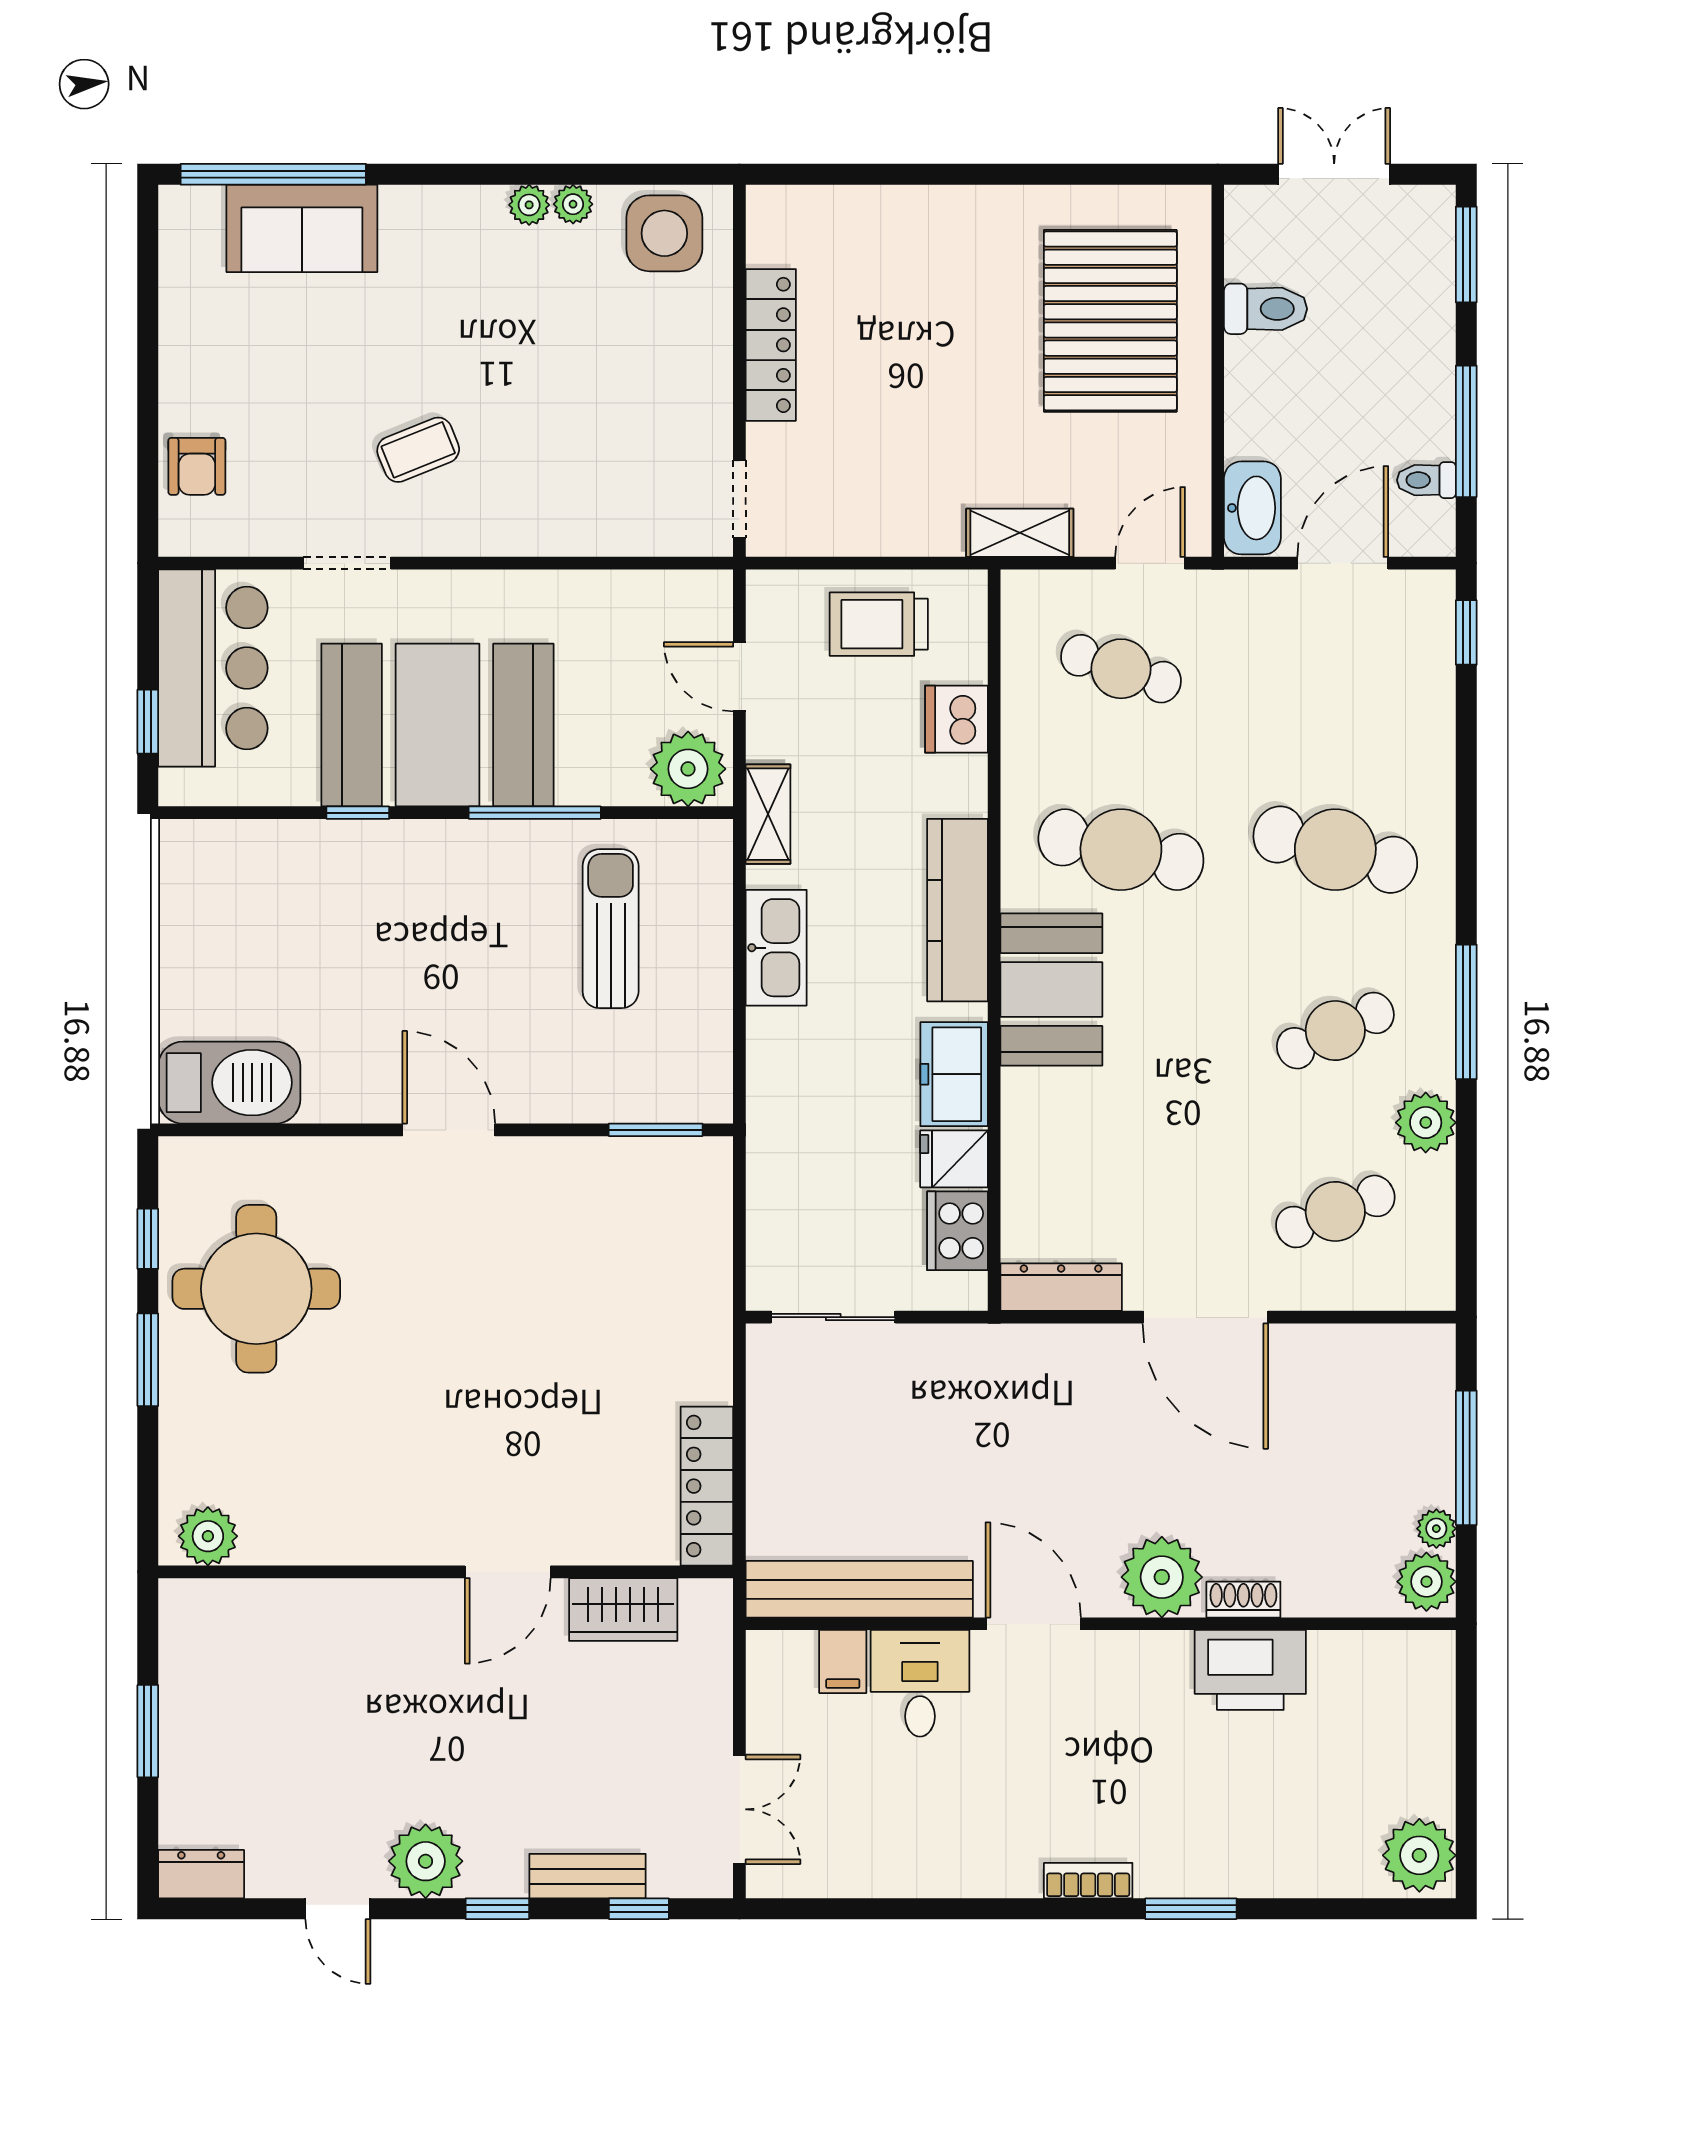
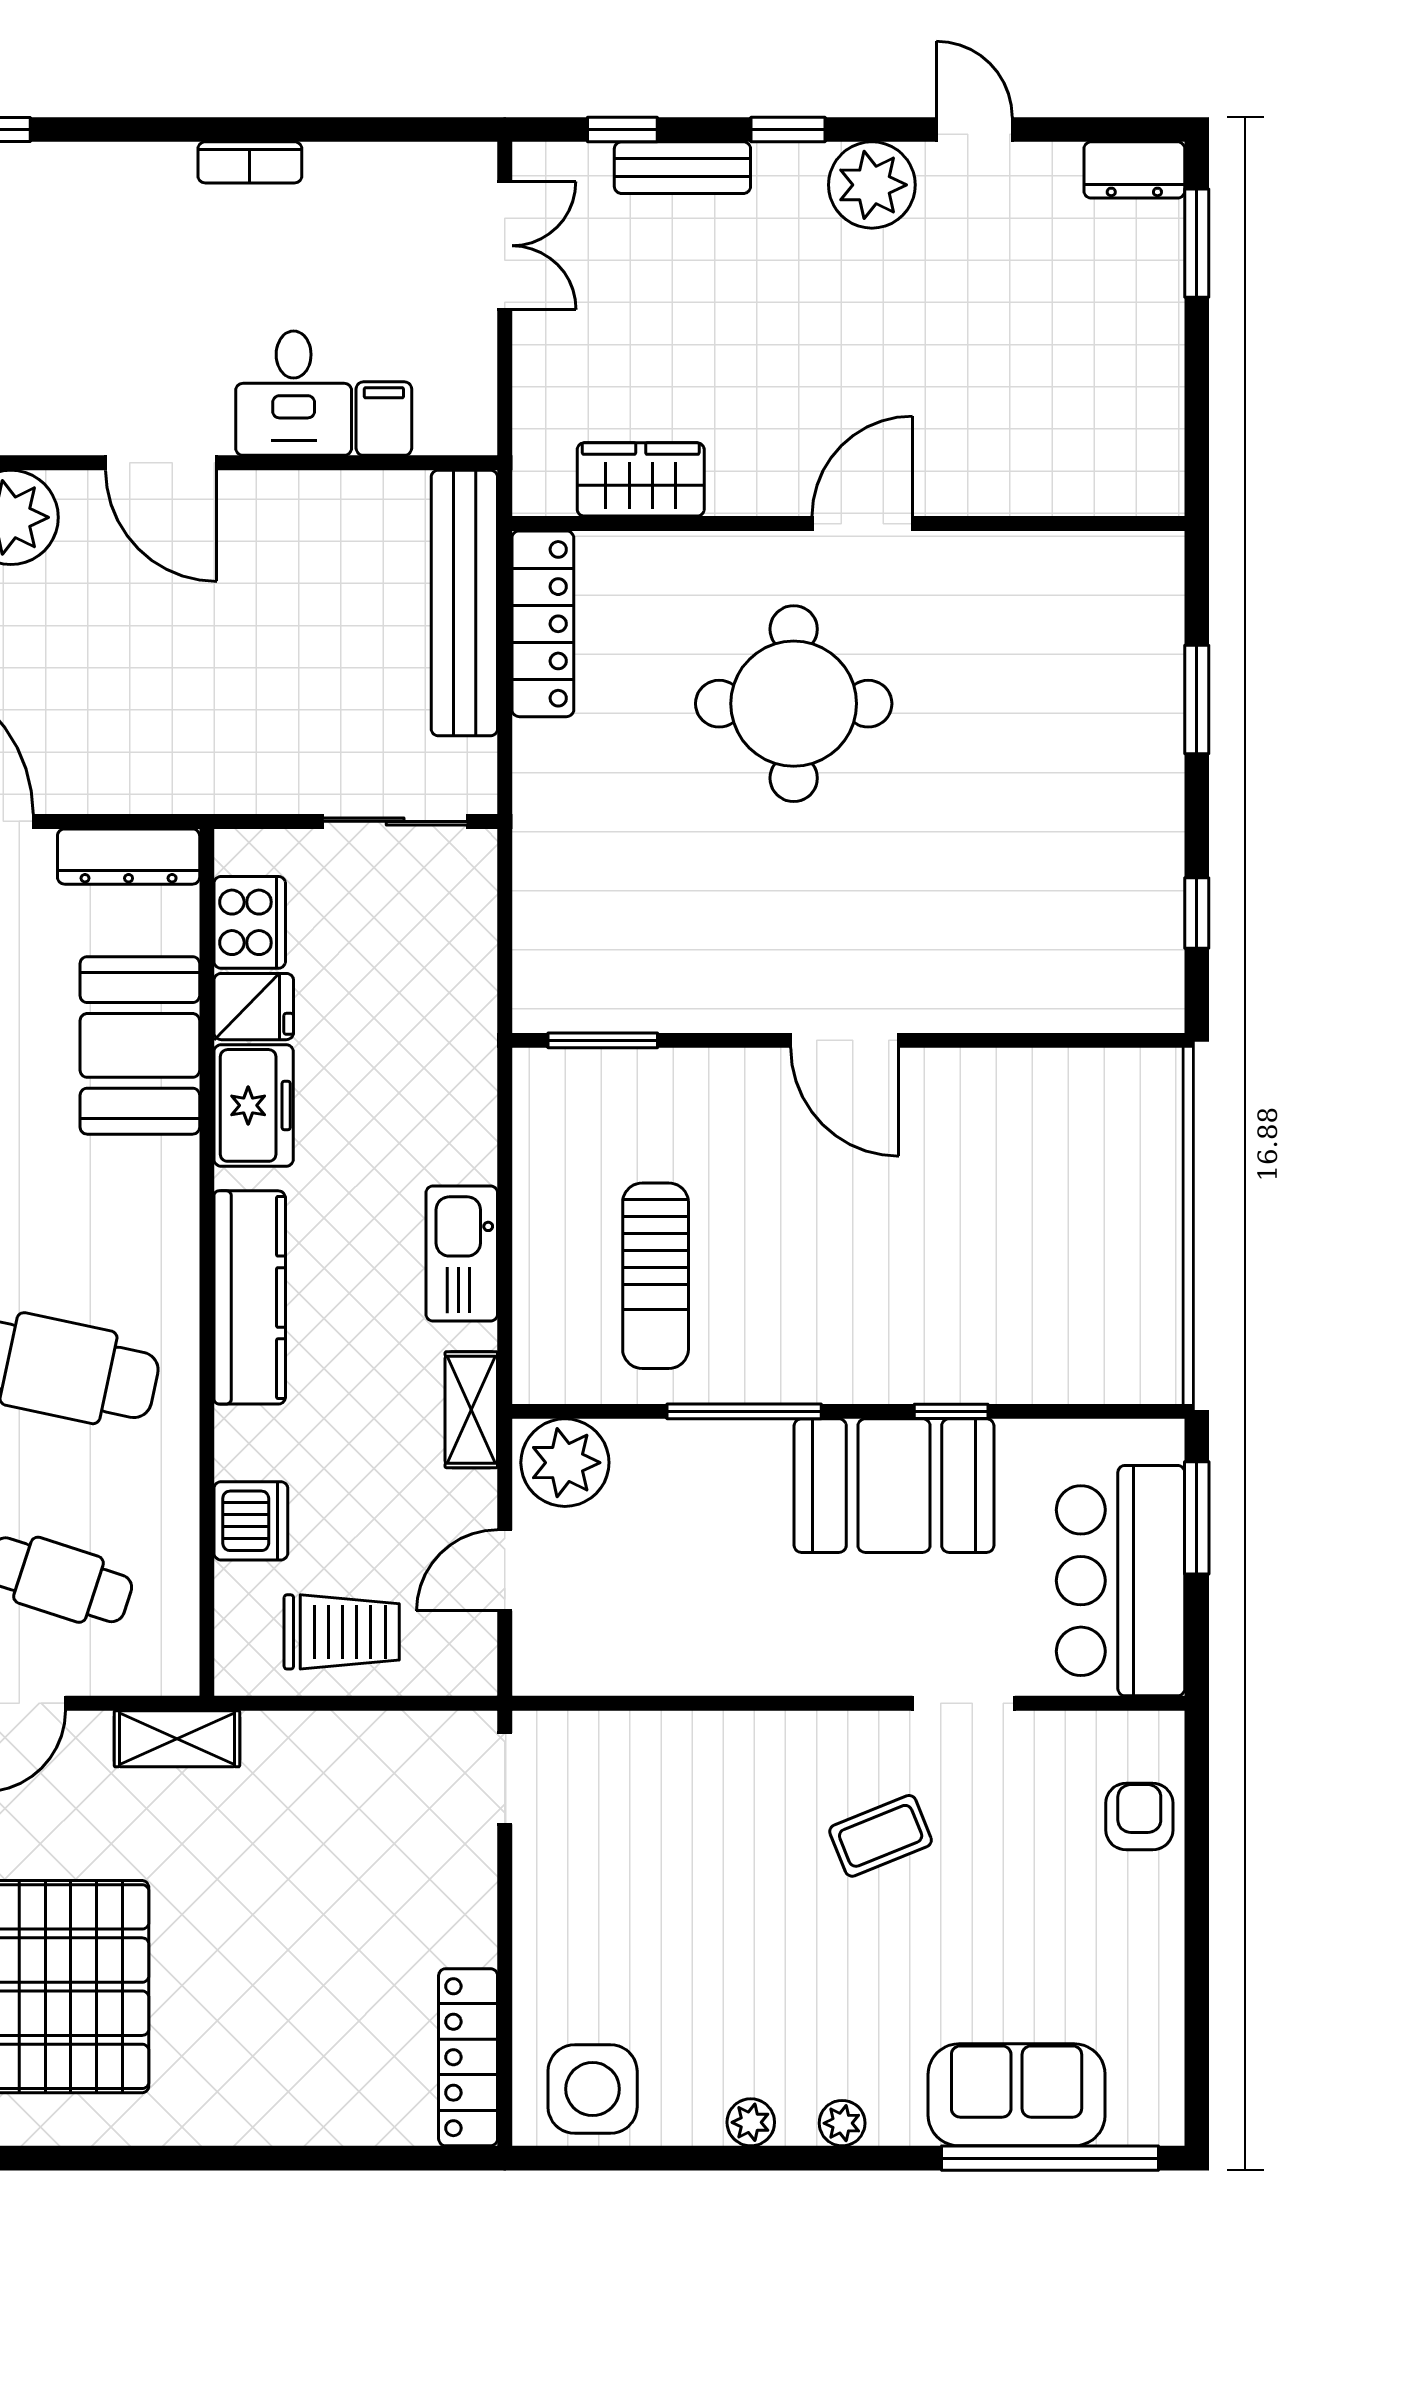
plant: (573, 204) -> (842, 2123), moved
locker: (771, 345) -> (468, 2057), moved
door: (739, 677) -> (505, 1570), swing flipped
window: (148, 722) -> (1197, 1518), width x1.50
booth: (437, 725) -> (894, 1486), width x0.73, depth x0.70
booth: (1051, 990) -> (140, 1045), moved
barbecue: (229, 1083) -> (1101, 1096), removed
round table: (256, 1289) -> (794, 704), moved
window: (148, 1360) -> (1197, 700), moved
plant: (208, 1536) -> (1126, 565), removed
door: (508, 1572) -> (862, 524), moved
bench: (859, 1589) -> (464, 603), moved, turned 90
window: (148, 1731) -> (1197, 243), moved
double door: (739, 1809) -> (505, 246), swing flipped
bookcase: (1088, 1881) -> (250, 162), moved

